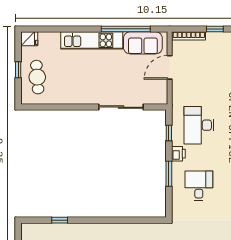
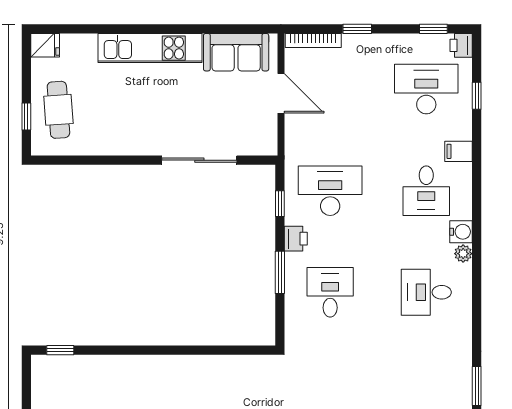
window: (126, 29) -> (207, 29), removed
door: (170, 67) -> (281, 93), swing flipped
window: (18, 70) -> (26, 117), moved
desk: (199, 125) -> (330, 191), turned 90
window: (60, 220) -> (60, 350), moved

